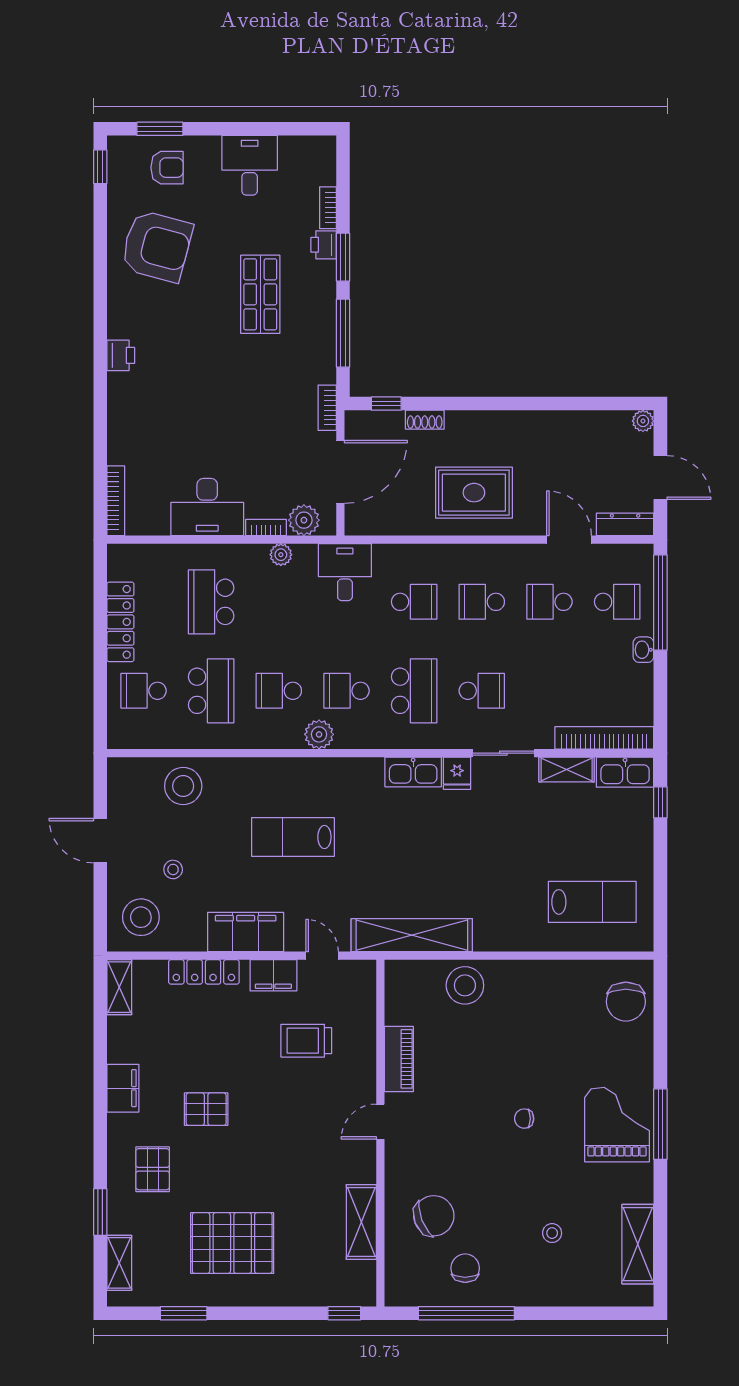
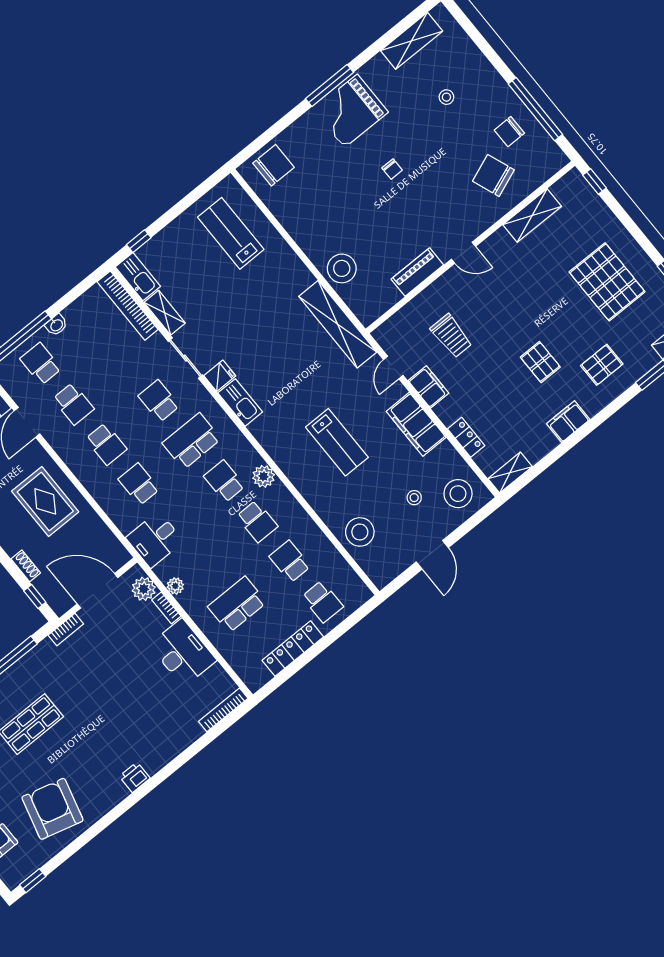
school desk: (211, 602) -> (237, 604), turned 180
school desk: (211, 691) -> (290, 561), width x0.54
school desk: (346, 691) -> (224, 481), turned 180
locker: (204, 972) -> (466, 437), width x0.66

